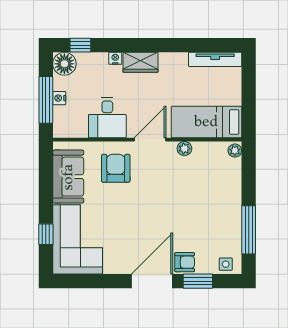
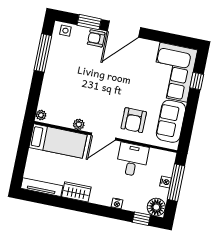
wardrobe: (140, 62) -> (76, 192), moved

